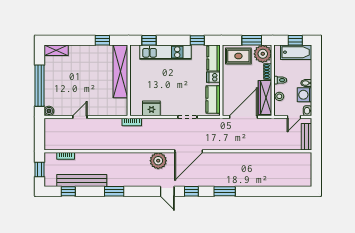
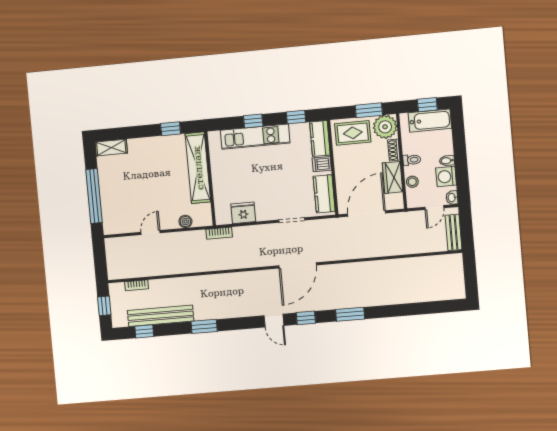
window: (149, 40) -> (253, 121), moved
wardrobe: (265, 98) -> (392, 177), width x0.67
boiler: (49, 111) -> (185, 222), moved
plant: (158, 161) -> (258, 281), removed

